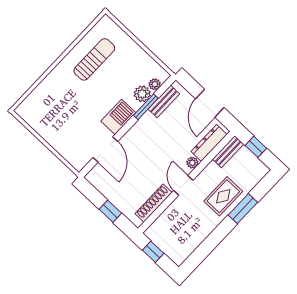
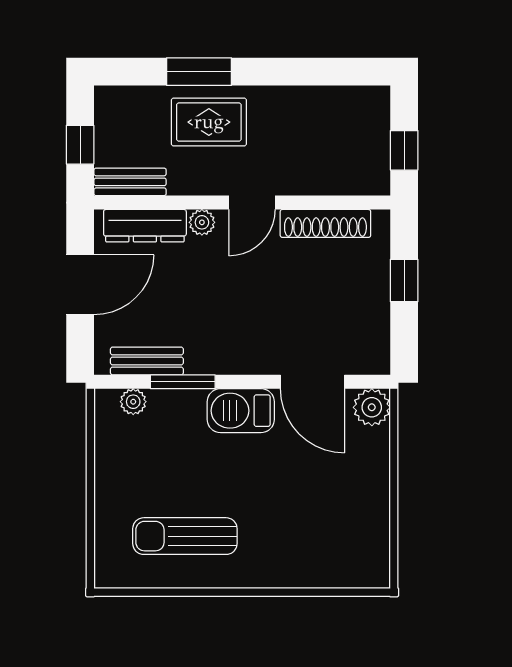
plant: (142, 94) -> (372, 407), moved
door: (105, 149) -> (313, 382), swing flipped

